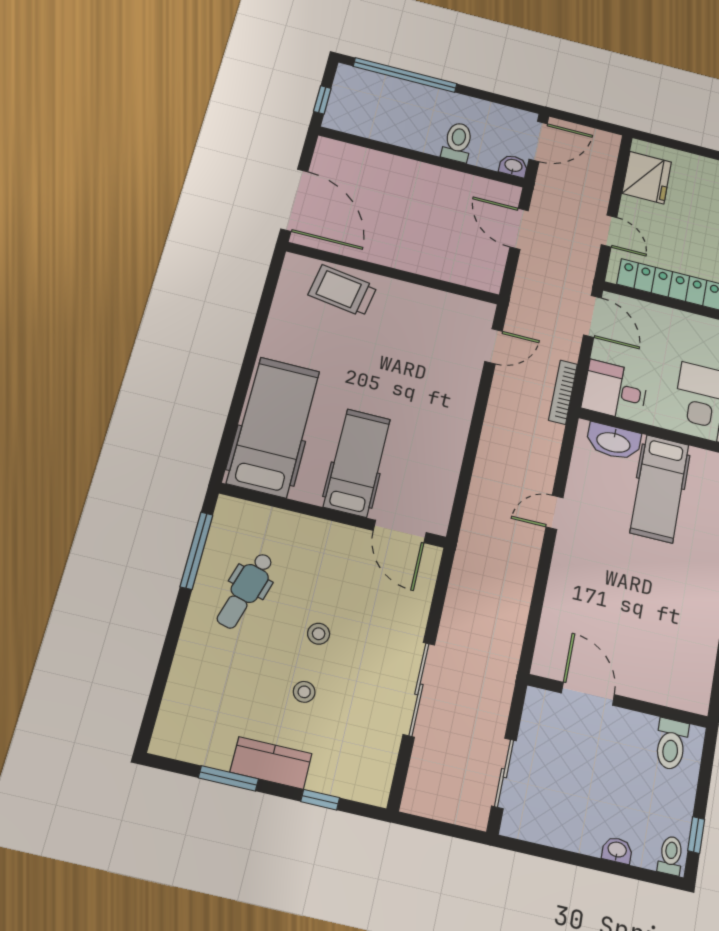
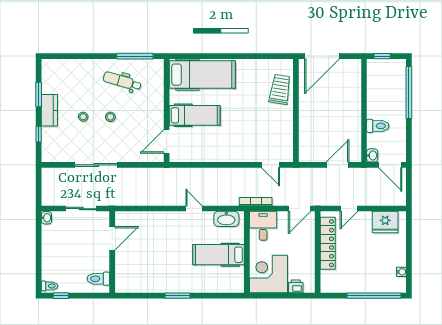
washbasin: (614, 442) -> (226, 219), moved, turned -90
sliding door: (504, 773) -> (81, 209), moved
washbasin: (617, 850) -> (46, 218), moved

